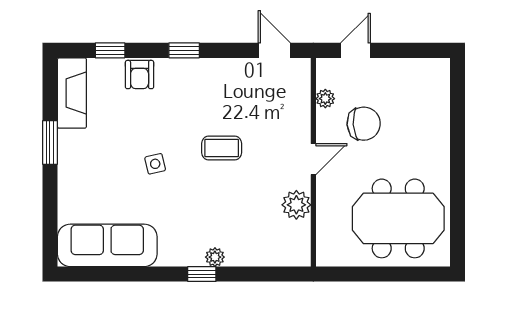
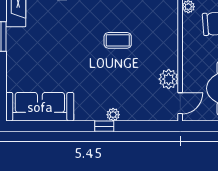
door: (313, 159) -> (180, 103), moved
side table: (155, 164) -> (72, 51), removed

